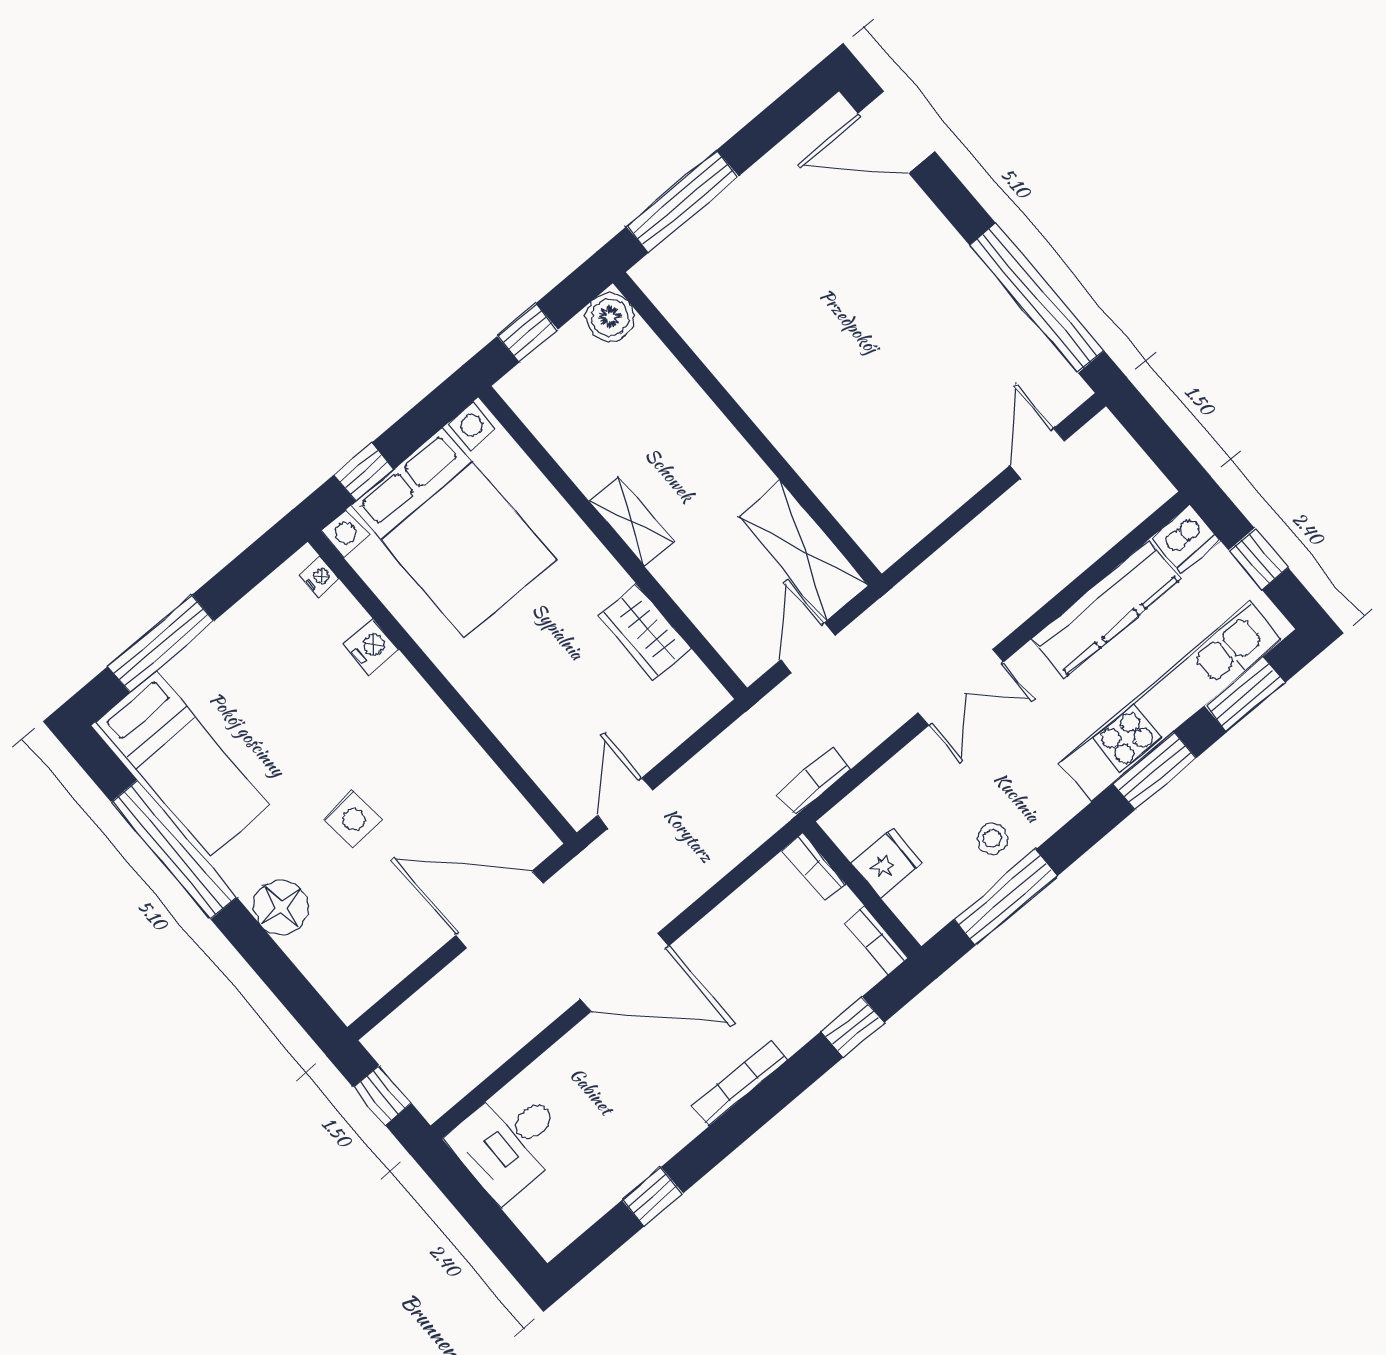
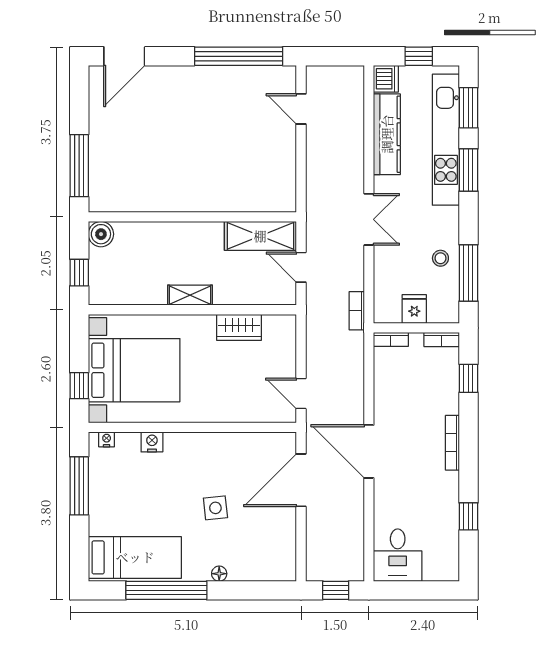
window: (161, 644) -> (79, 486), moved
floor lamp: (281, 907) -> (219, 574), width x0.53, depth x0.53
door: (624, 973) -> (369, 451), swing flipped

